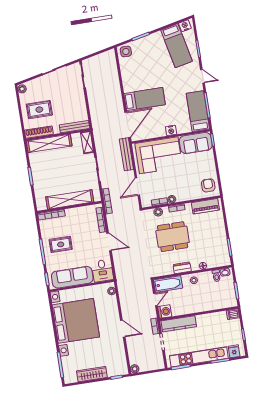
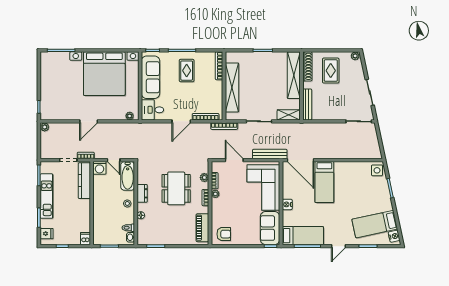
kitchen unit: (199, 357) -> (47, 196), width x0.73
wardrobe: (92, 374) -> (46, 82), removed

